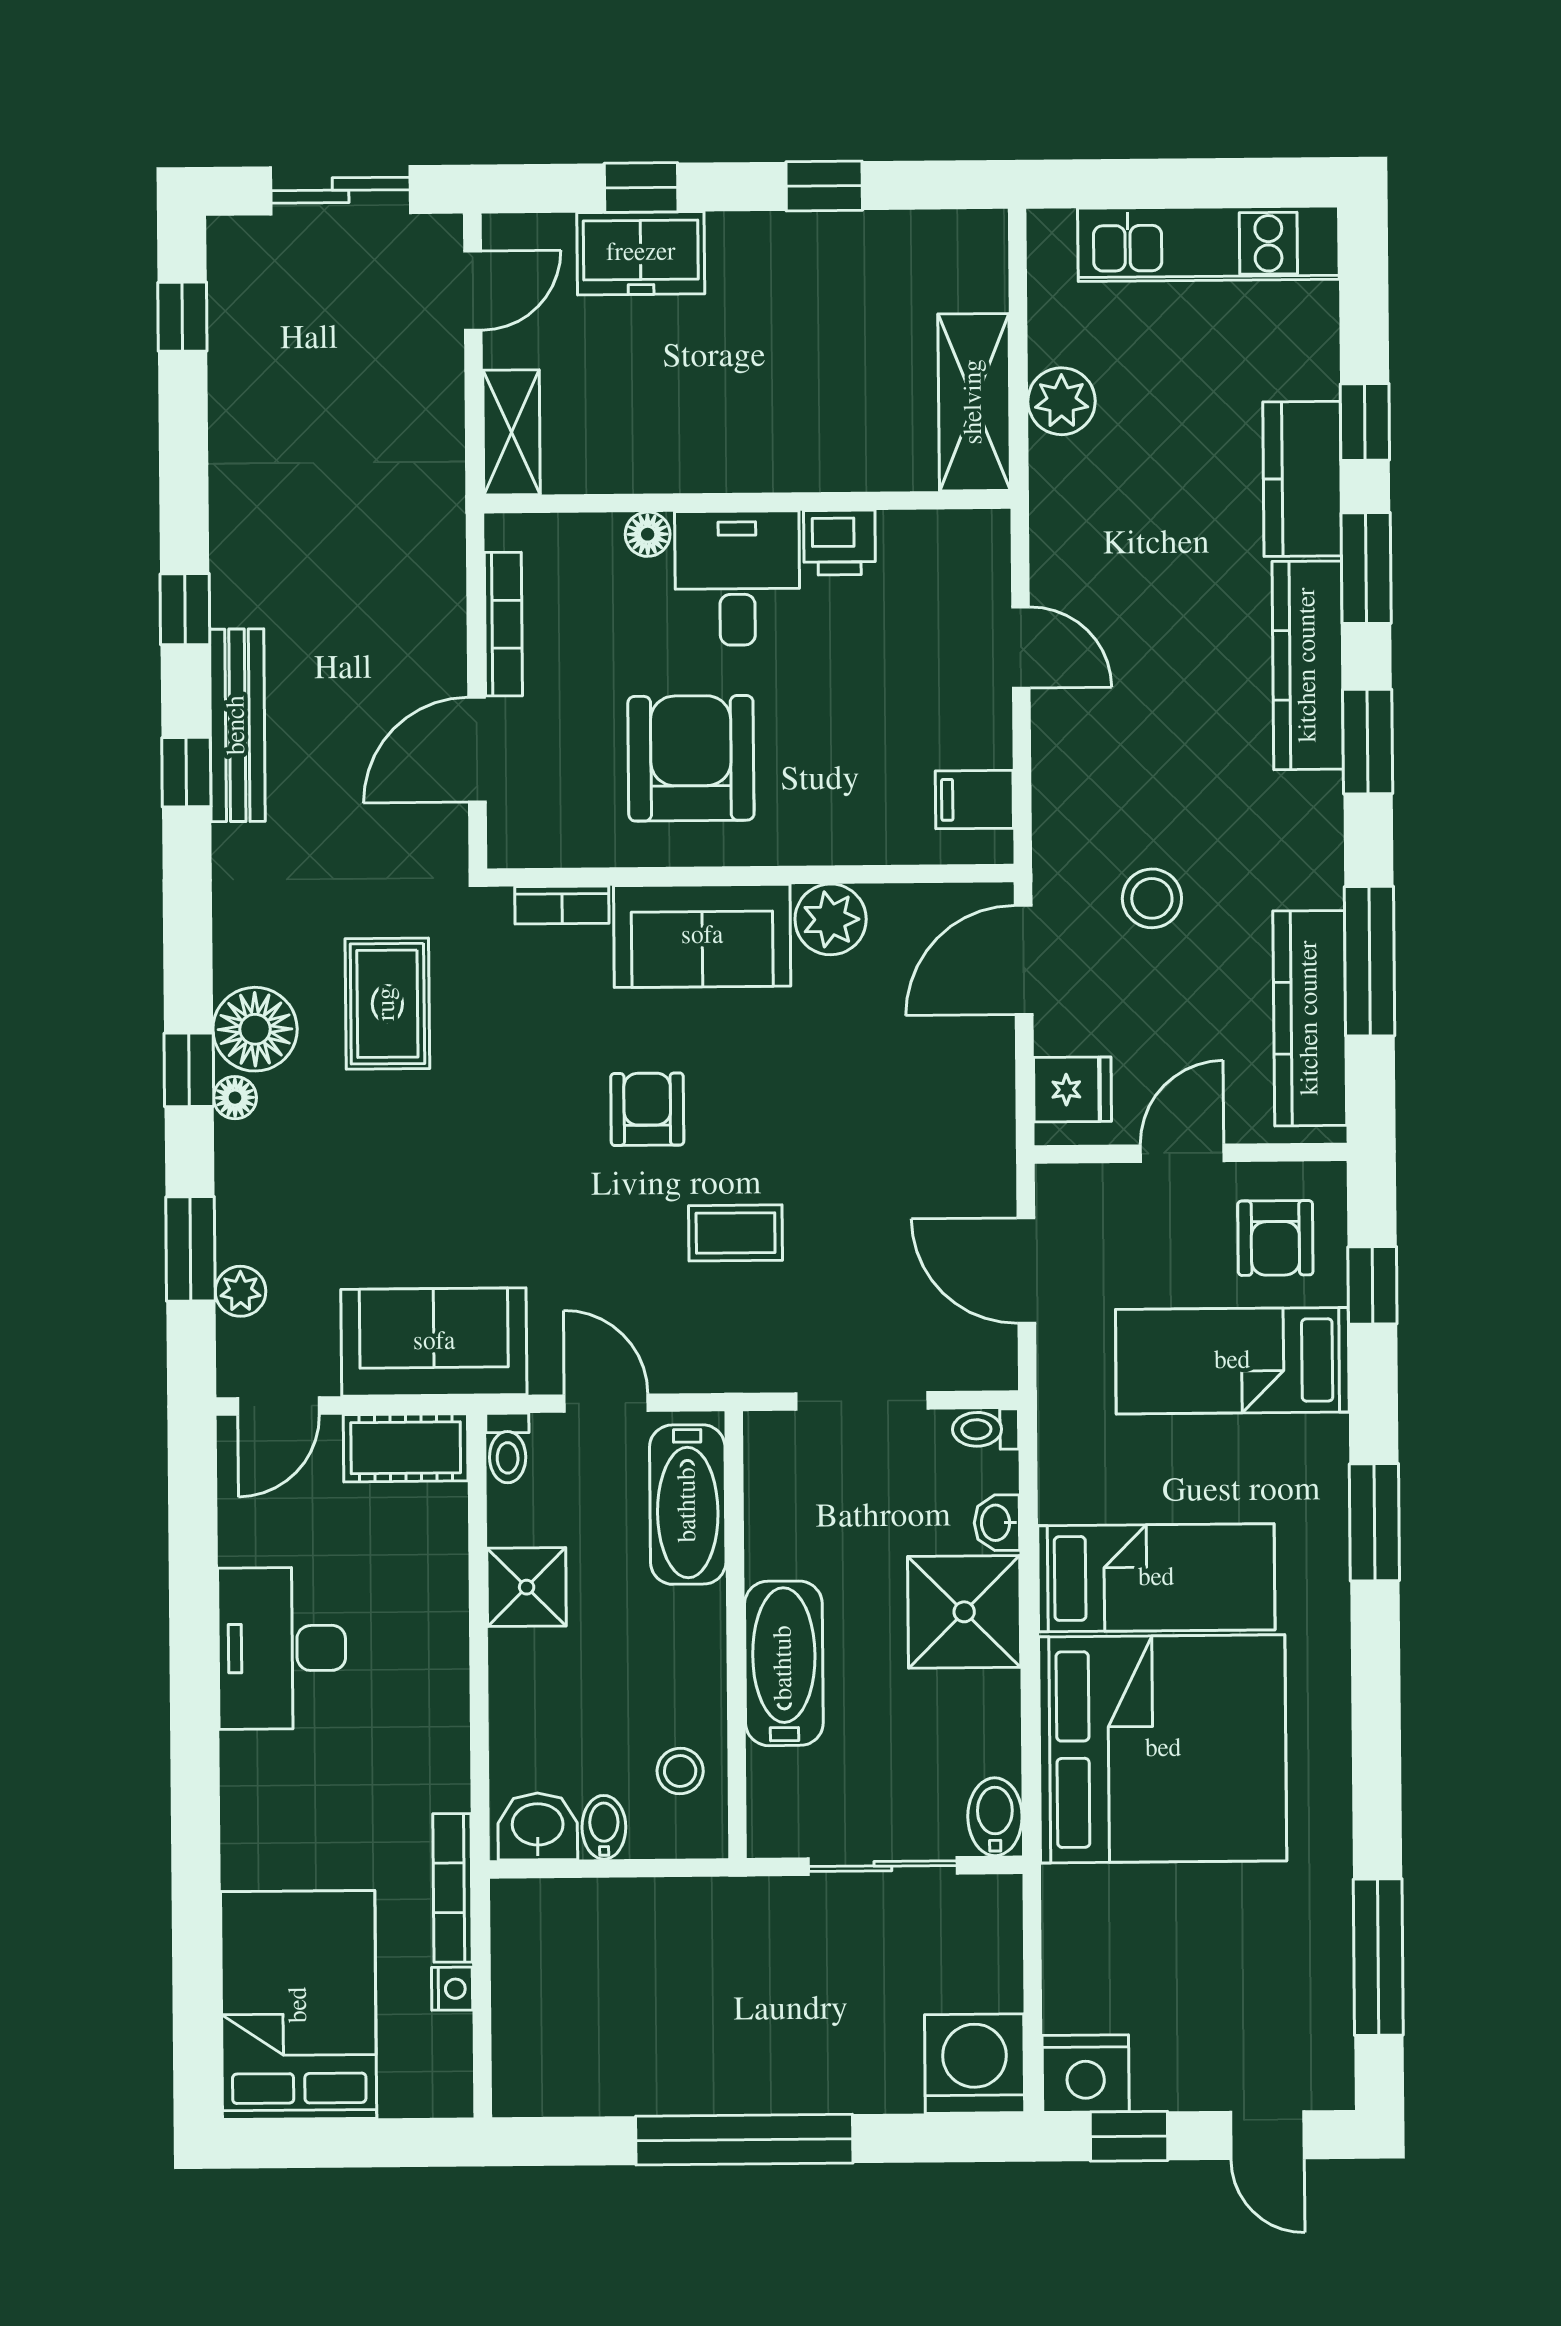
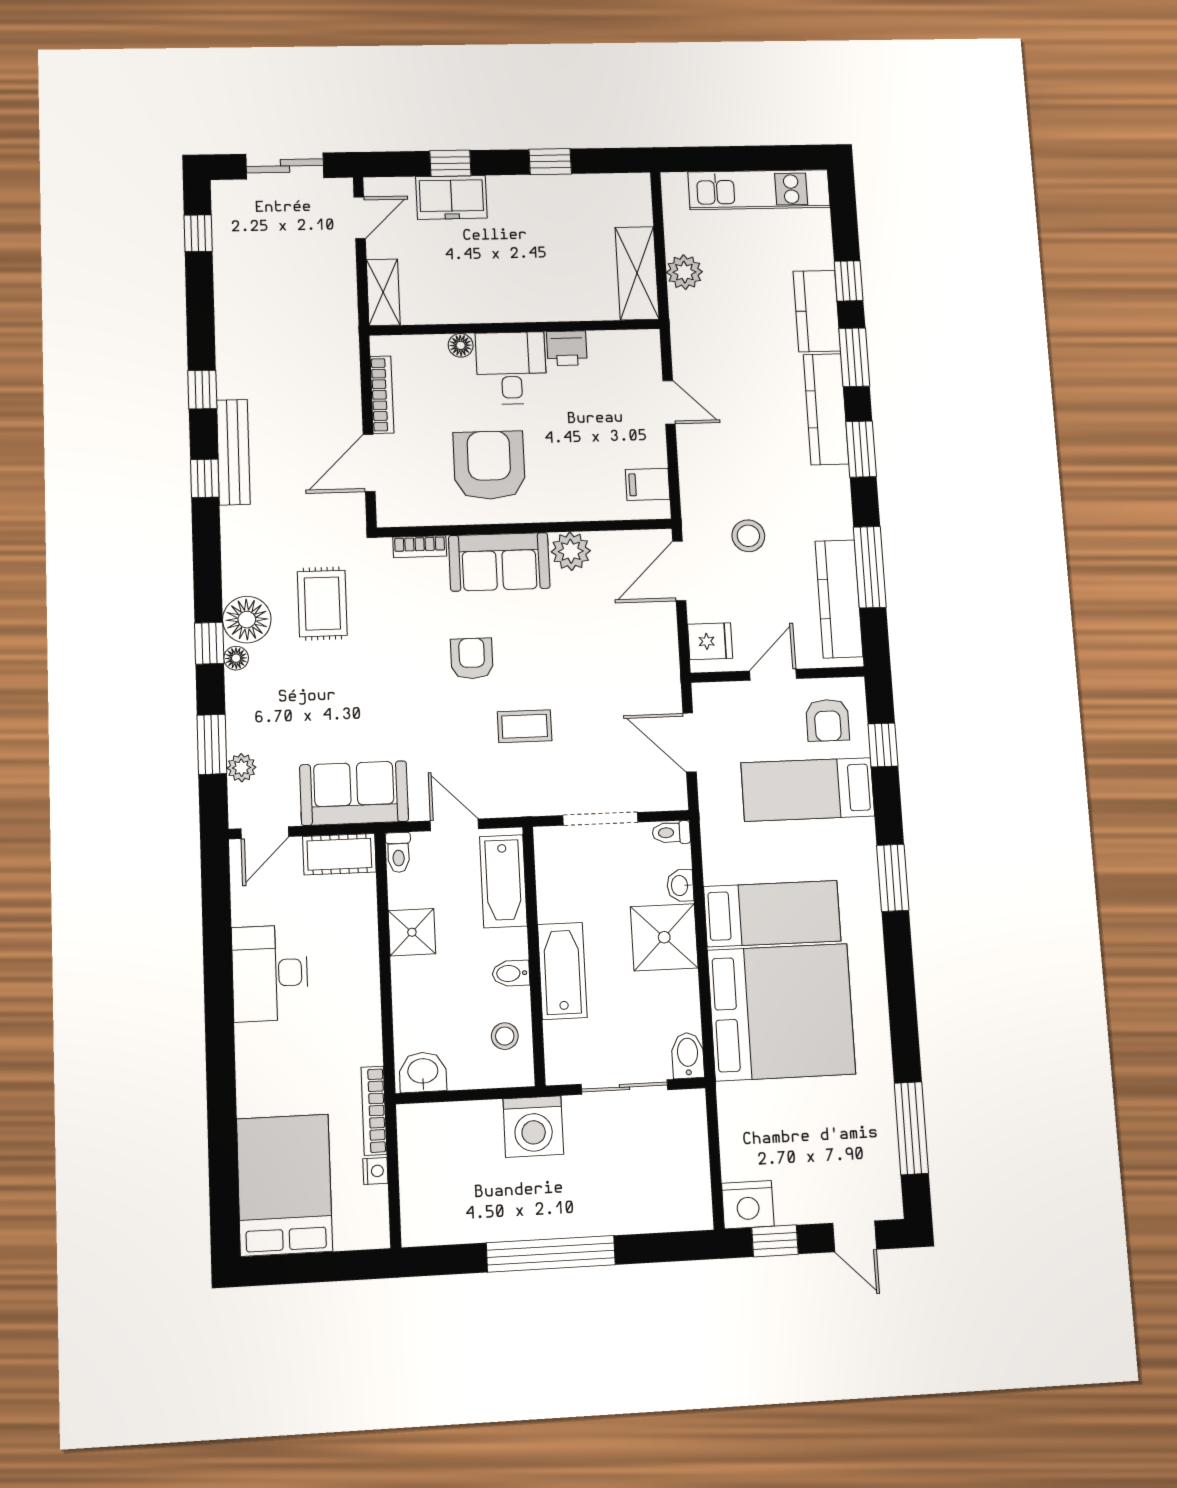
bidet: (604, 1827) -> (511, 973), moved, turned -90
washing machine: (975, 2064) -> (533, 1127), moved, turned 180

